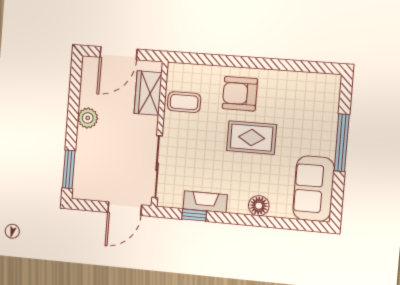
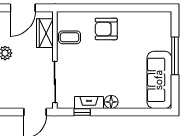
rug: (252, 138) -> (116, 57), removed
sofa: (314, 189) -> (159, 80), width x1.36
floor lamp: (259, 206) -> (111, 102), moved

